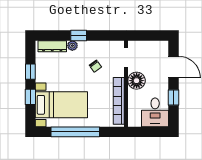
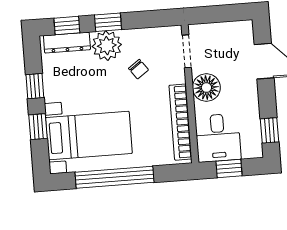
window: (53, 36) -> (67, 25), added
plant: (72, 46) -> (107, 46), width x1.87, depth x1.87
window: (174, 98) -> (269, 130), moved
desk: (155, 112) -> (218, 138), moved
window: (147, 132) -> (229, 168), added

